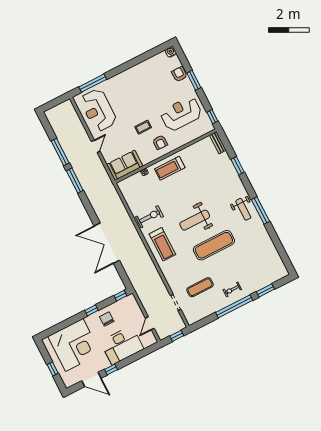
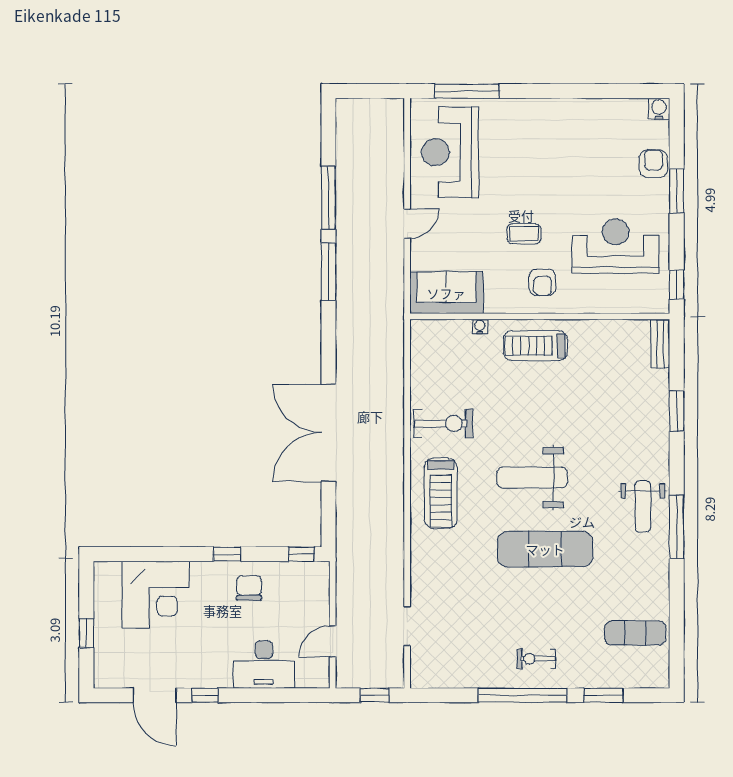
exercise mat: (200, 287) -> (635, 633), moved
corner desk: (74, 345) -> (156, 595), width x0.74, depth x0.74
desk: (122, 345) -> (264, 664), width x0.73, depth x0.77

